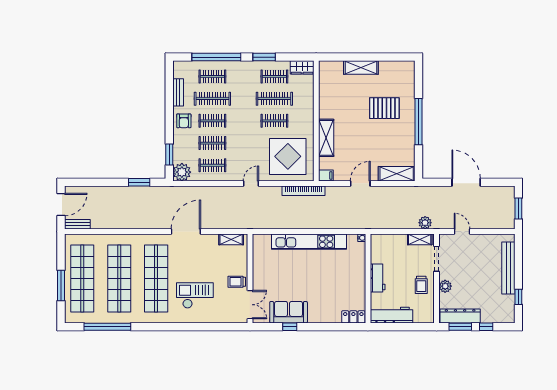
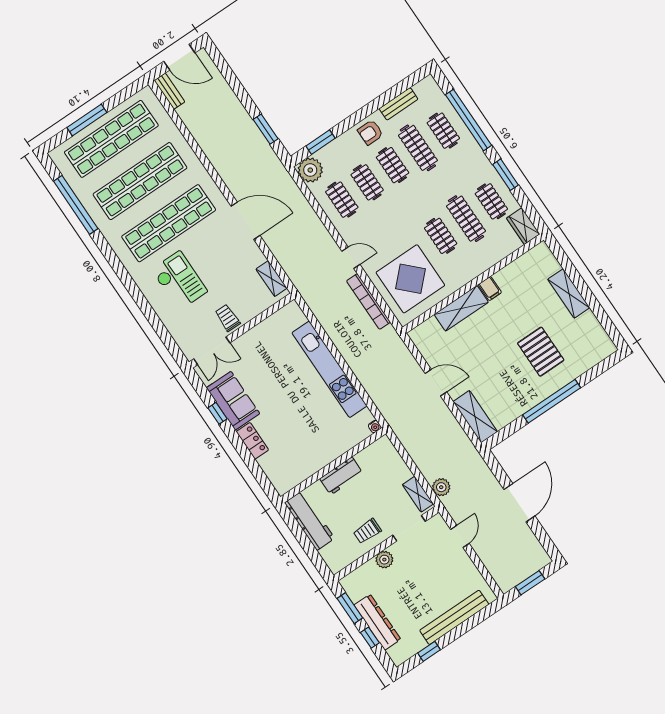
filing cabinet: (326, 175) -> (490, 289), moved
bookcase: (304, 191) -> (368, 301), moved
dresser: (460, 316) -> (377, 622), moved
locker: (353, 317) -> (252, 441), moved

